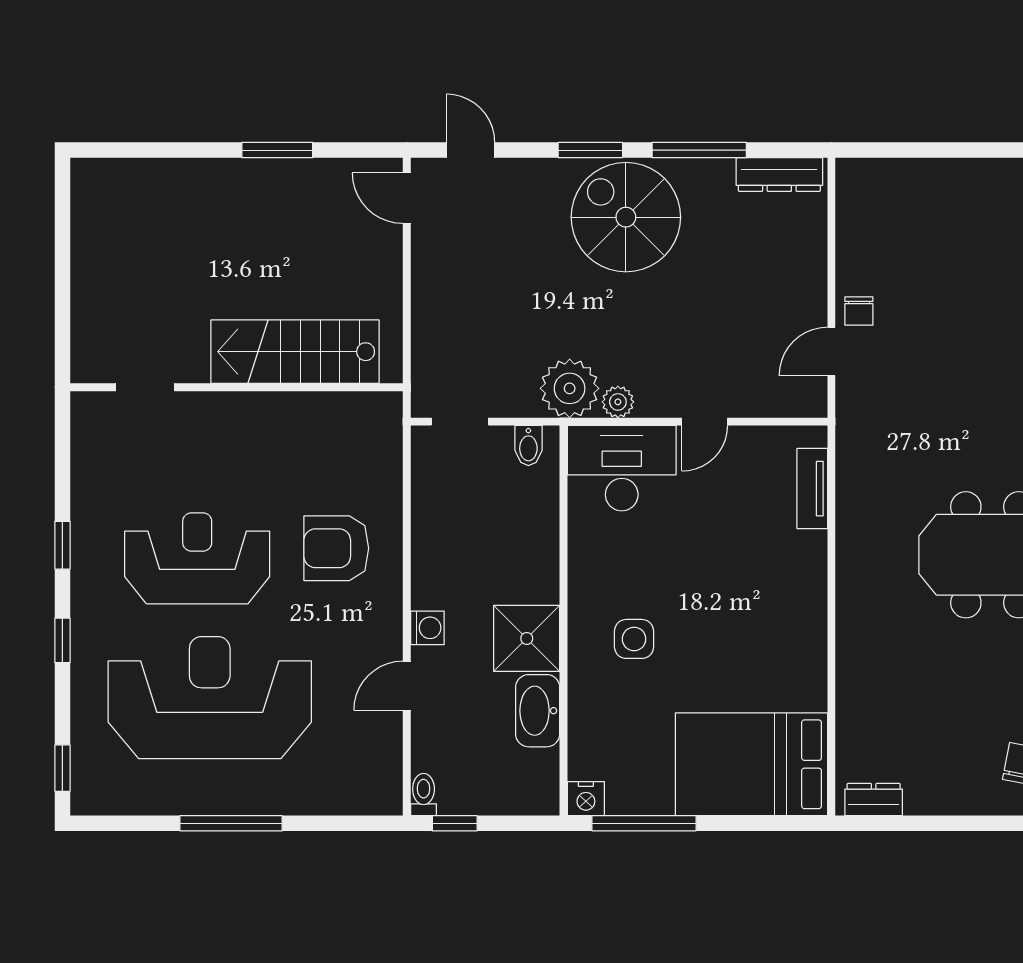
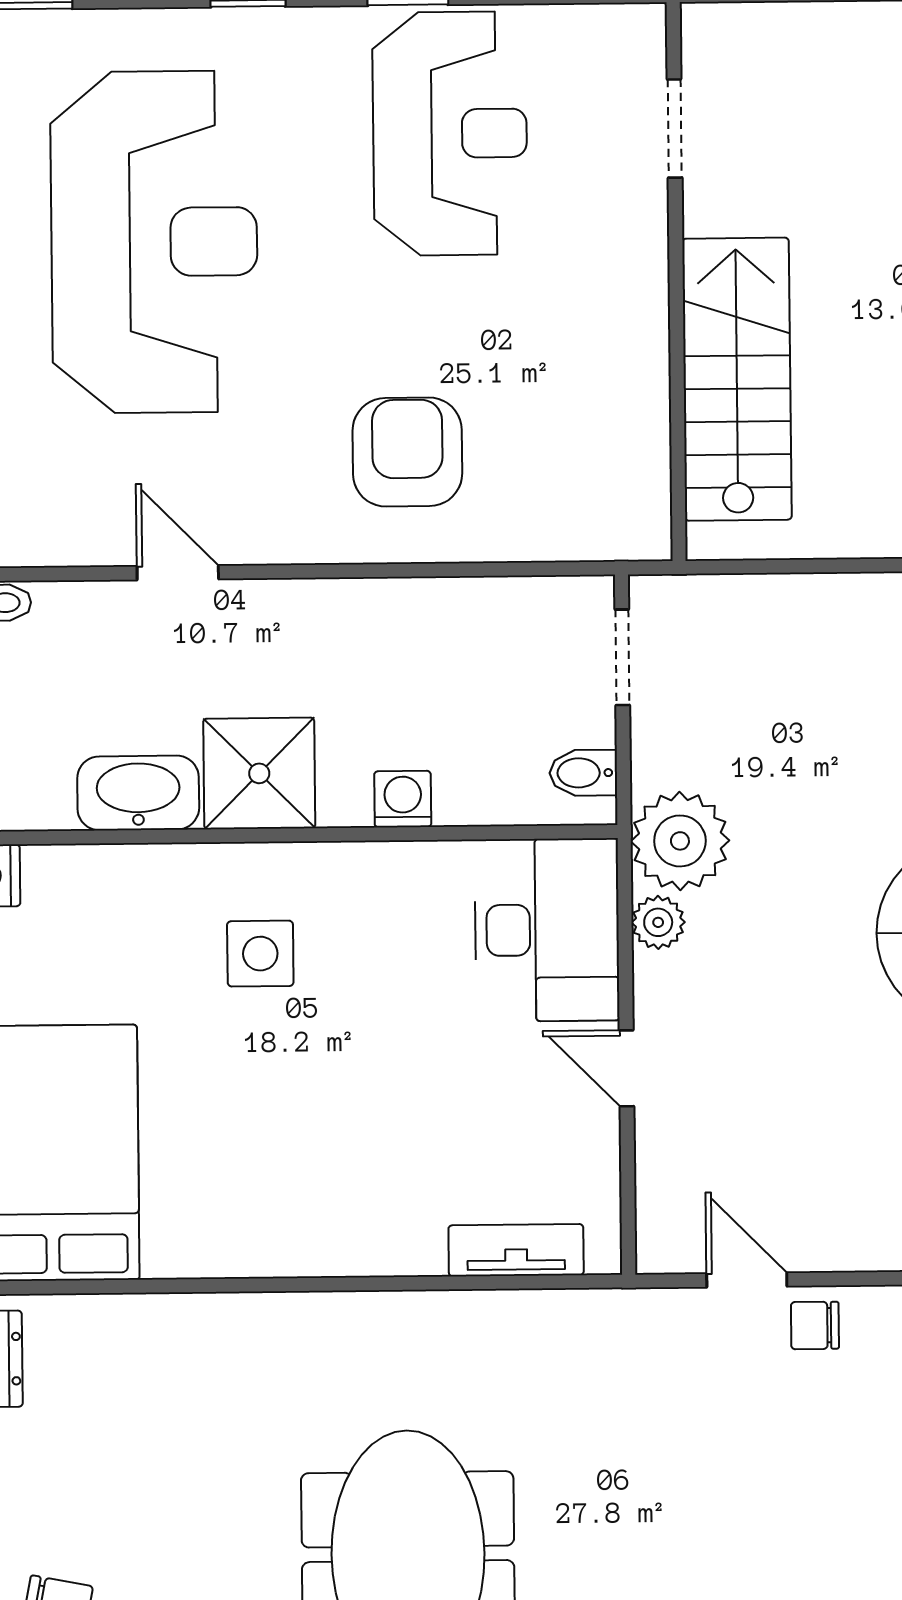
reception desk: (197, 558) -> (450, 133), moved
washing machine: (427, 628) -> (403, 799), moved, turned 180

